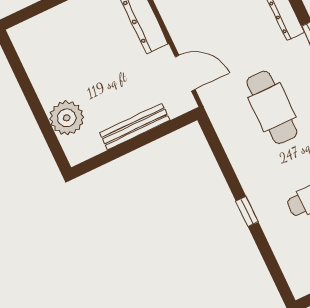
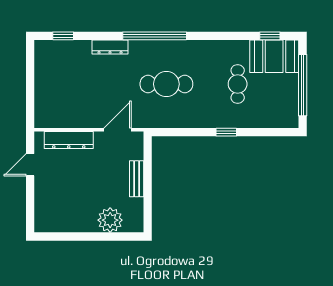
bench: (135, 127) -> (137, 179), width x0.73

